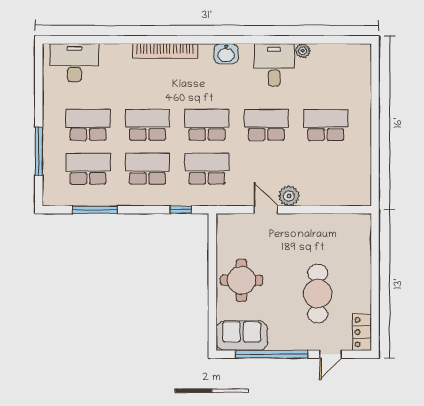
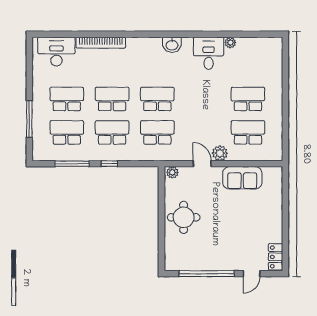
bookcase: (165, 51) -> (101, 43), moved
school desk: (266, 125) -> (248, 132), moved
window: (181, 210) -> (109, 164), moved
plant: (227, 221) -> (172, 172), added
cafe table: (318, 294) -> (242, 228), removed
sofa: (242, 336) -> (242, 178), moved, turned 180

